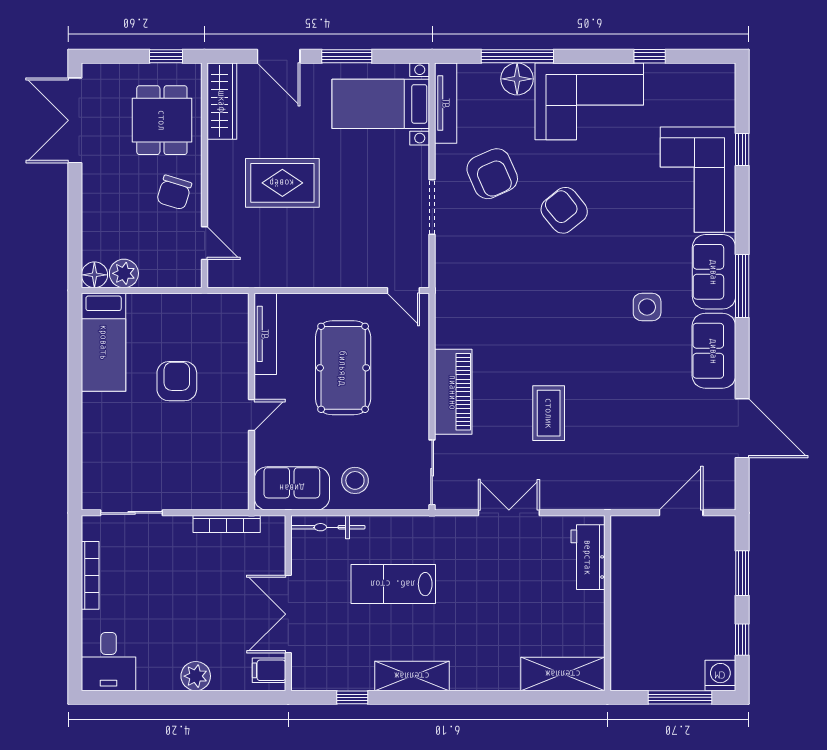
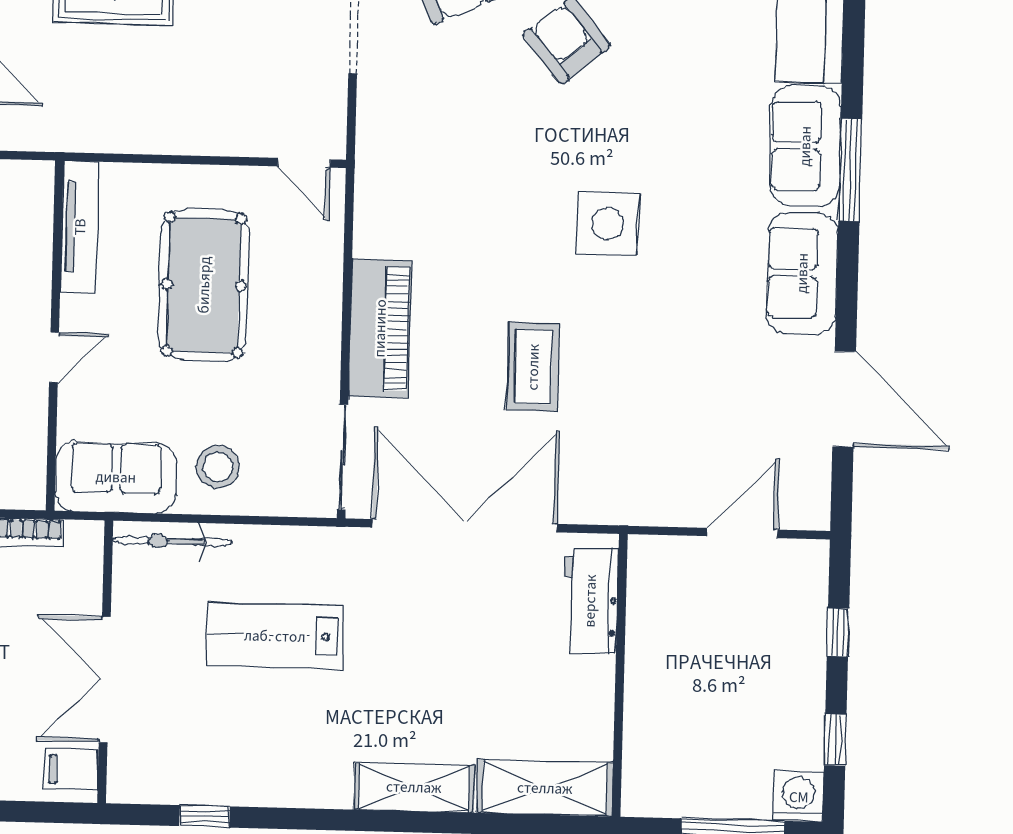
side table: (647, 307) -> (608, 224), moved, width x1.37, depth x1.37
double door: (509, 513) -> (465, 526), width x1.87
window: (742, 573) -> (838, 633), width x0.67
shelving: (412, 676) -> (414, 787), moved

